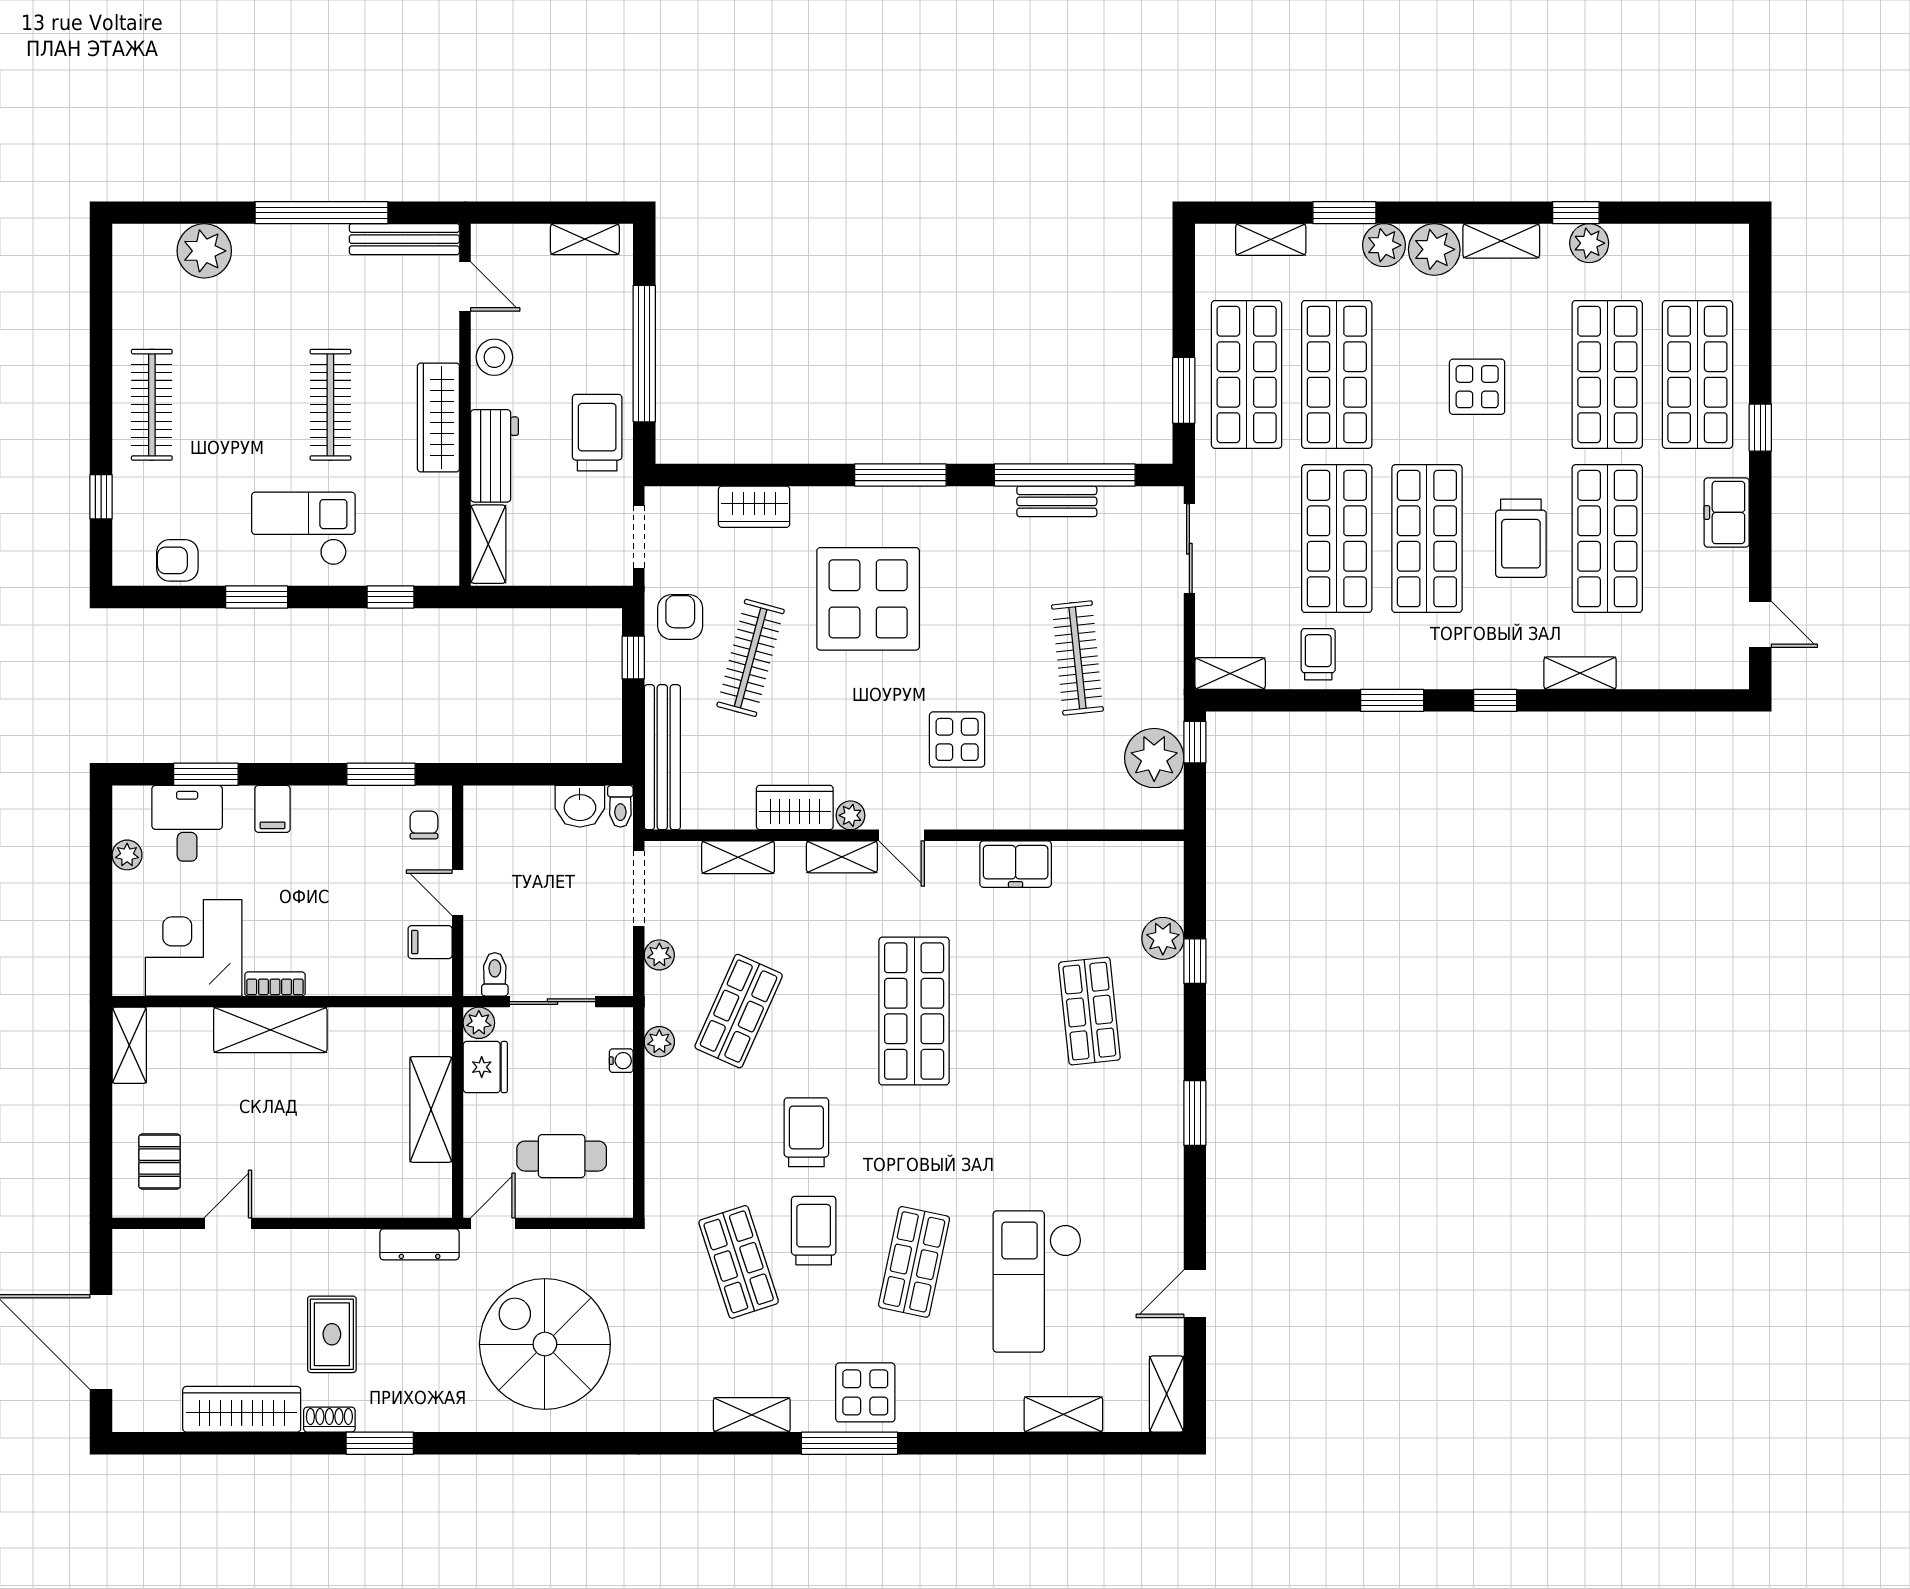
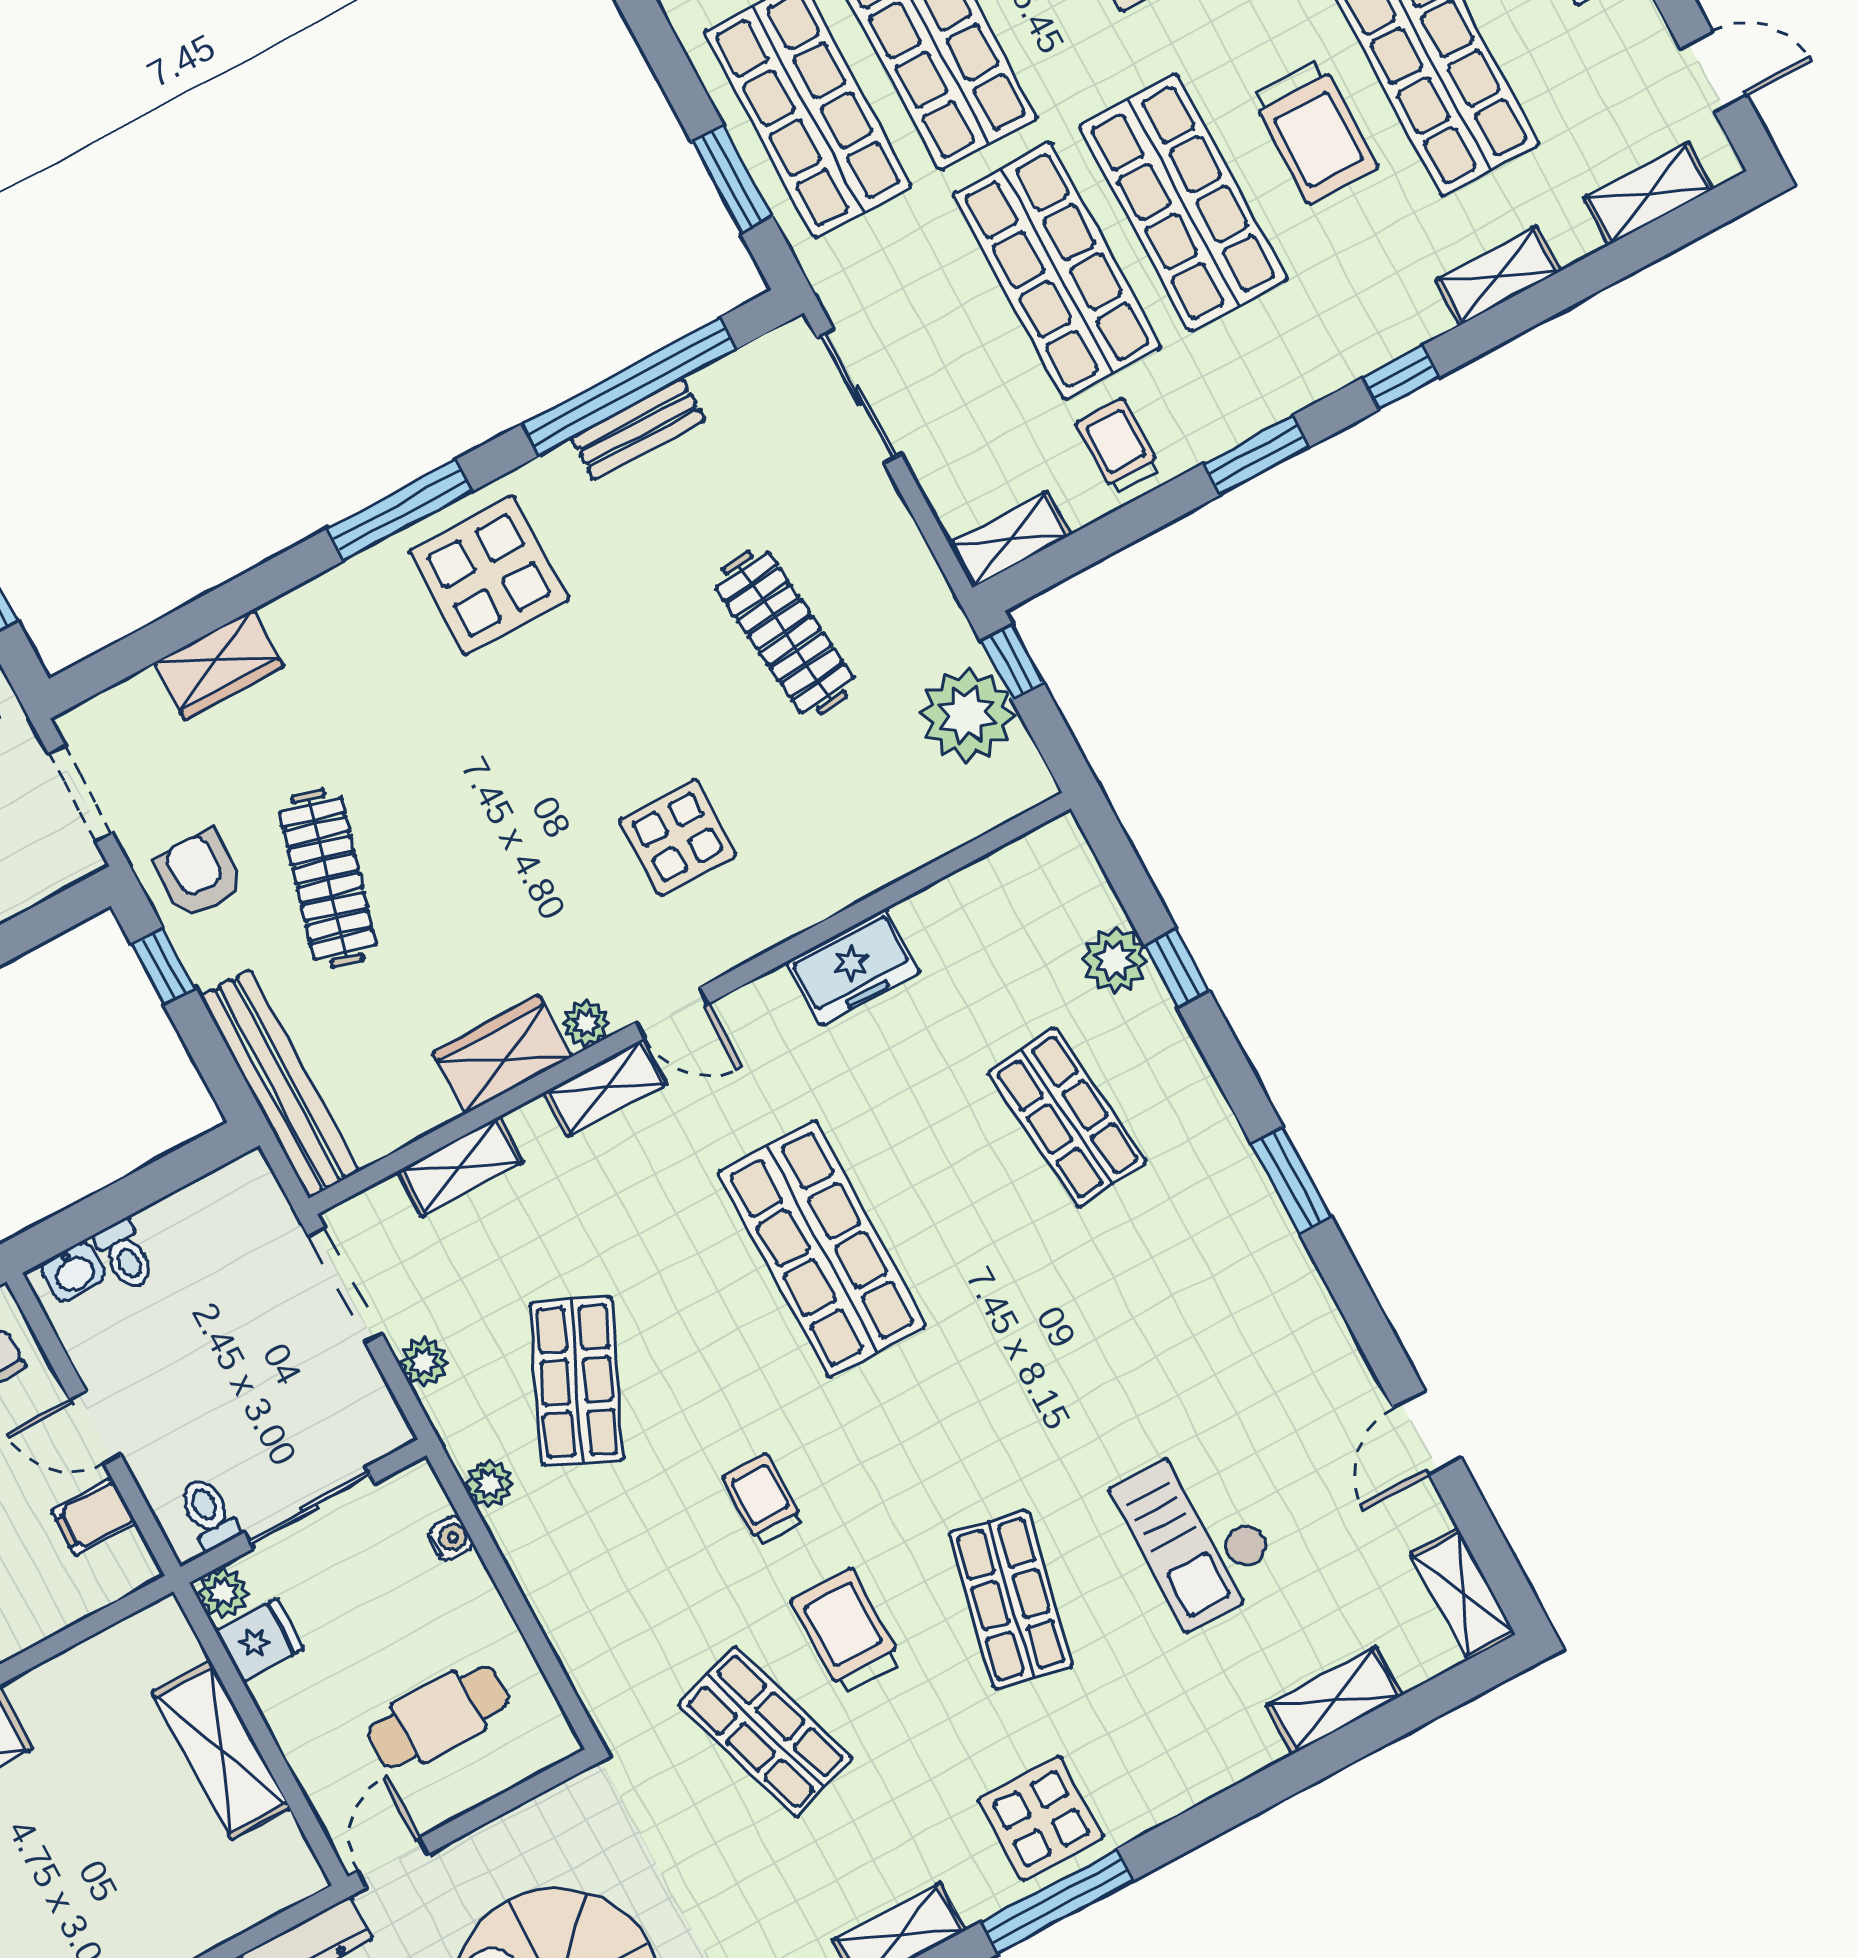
display table: (868, 599) -> (489, 575), moved, width x0.73, depth x0.73
shelving: (1688, 672) -> (1649, 193), added
washbasin: (580, 806) -> (73, 1271), moved, width x0.72, depth x0.69
toilet: (620, 806) -> (125, 1255), moved
fridge: (485, 1067) -> (260, 1640), width x0.72
trolley: (806, 1132) -> (763, 1499), width x0.73, depth x0.72
checkout: (1037, 1281) -> (1198, 1534), width x0.73, depth x0.83

